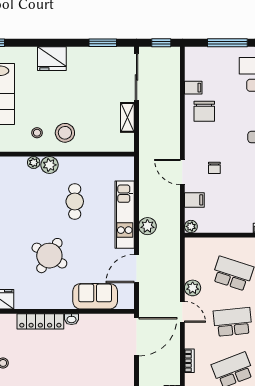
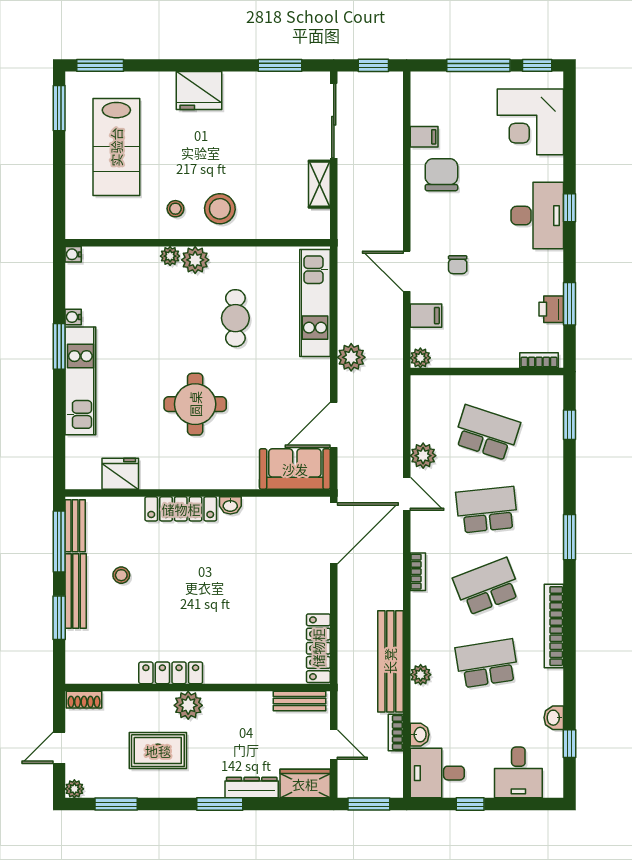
chair: (204, 111) -> (441, 175), turned 180
kitchen unit: (125, 215) -> (315, 303), moved
round table: (49, 256) -> (195, 404), turned -32
sofa: (95, 296) -> (295, 469), moved

